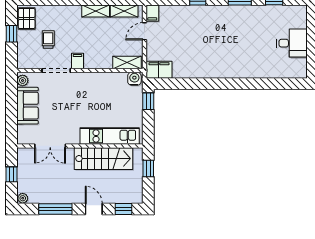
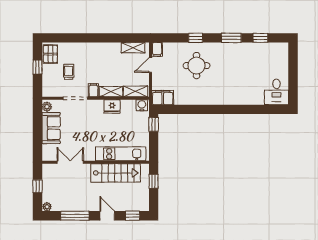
shelving: (96, 11) -> (111, 92), moved
round table: (199, 32) -> (197, 66), added
desk: (292, 43) -> (276, 92), moved, turned 90
fridge: (99, 80) -> (112, 106), added
double door: (50, 146) -> (70, 162), swing flipped

